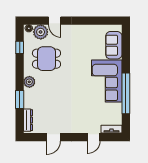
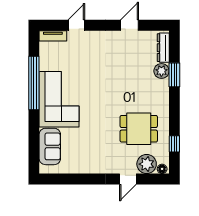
door: (55, 21) -> (128, 179), swing flipped
plant: (29, 82) -> (161, 71), moved

